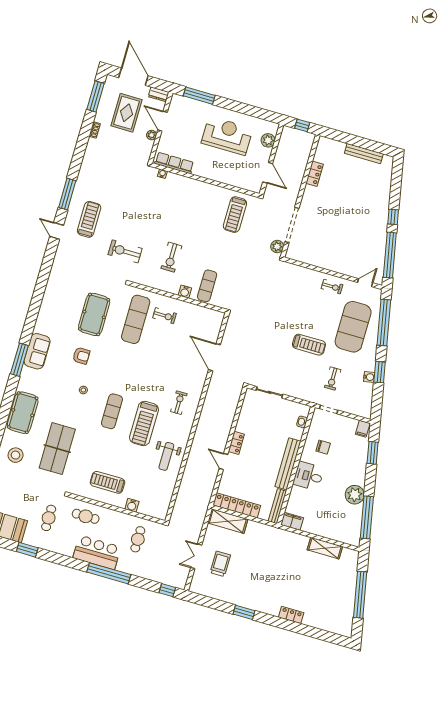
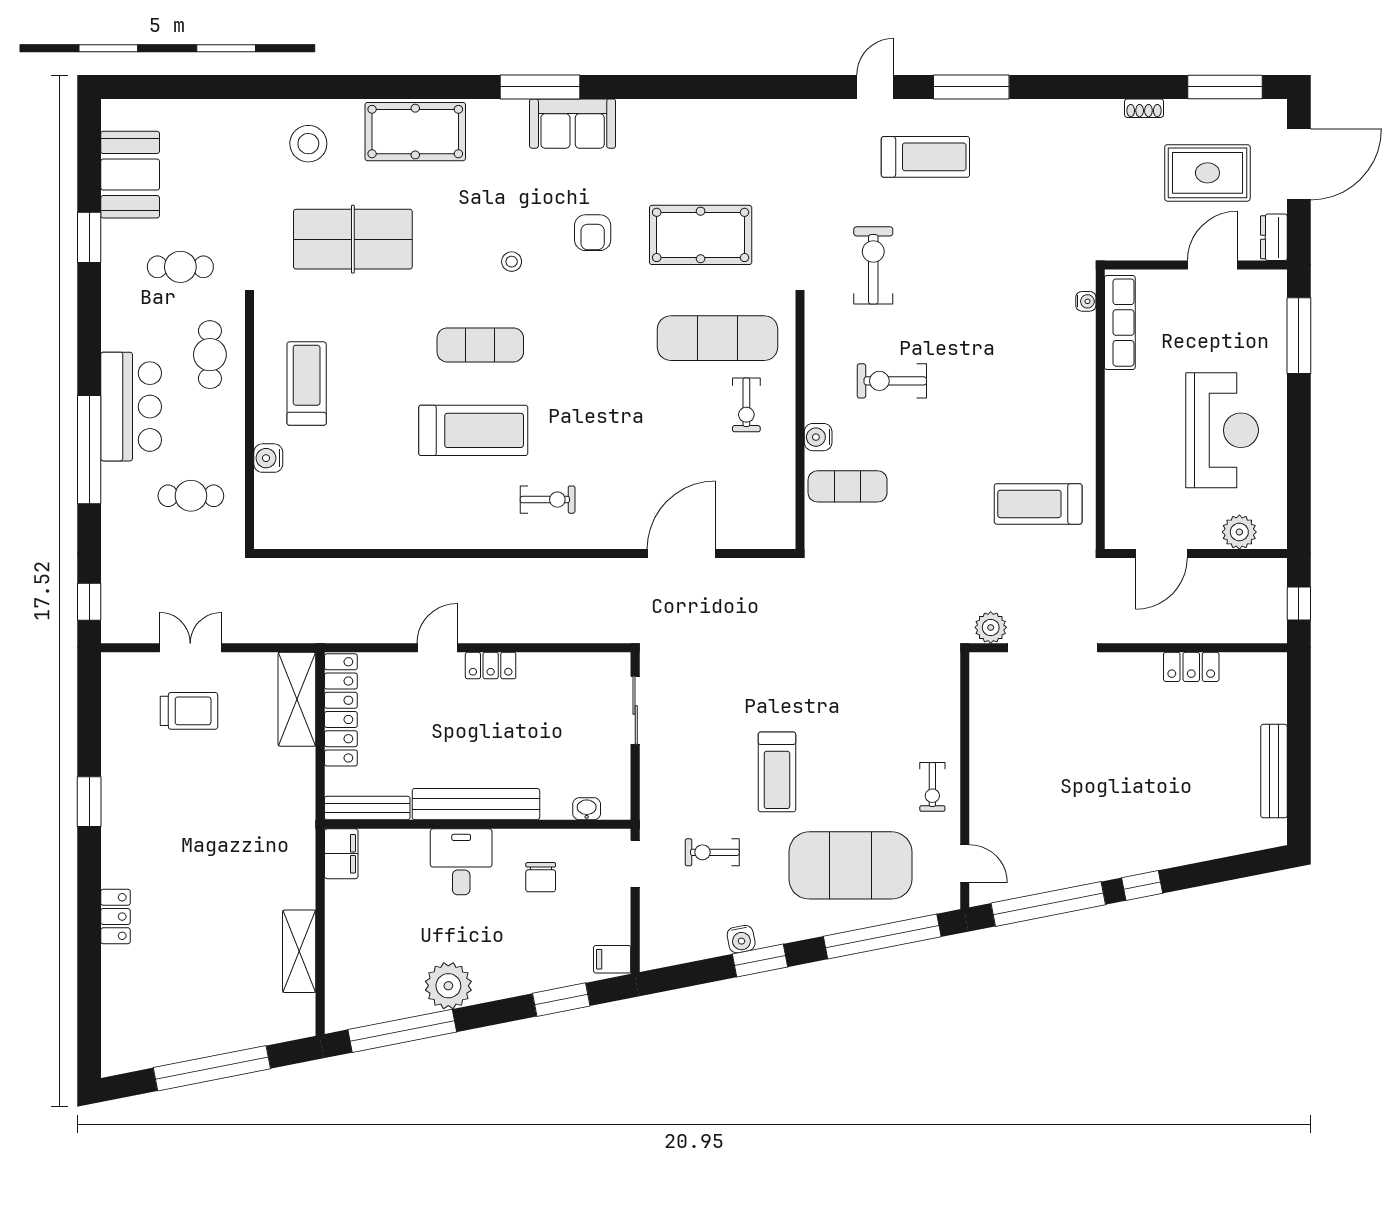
plant: (152, 135) -> (1171, 249), removed
treadmill: (144, 424) -> (473, 430), turned 180
weight bench: (166, 456) -> (410, 507), removed

